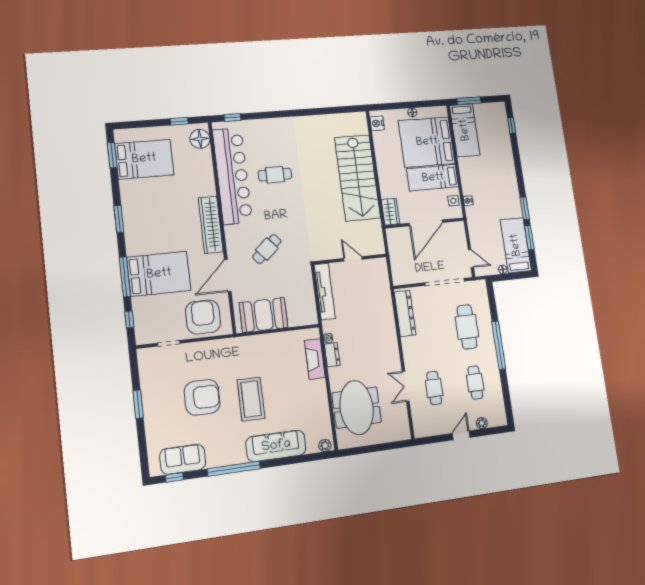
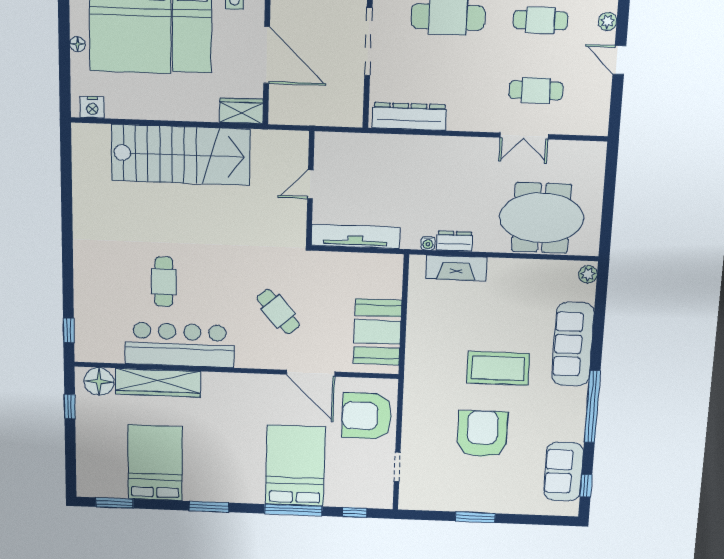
bed: (144, 159) -> (155, 463), moved
bar counter: (232, 176) -> (180, 345), width x0.73
wardrobe: (211, 225) -> (158, 383), moved

